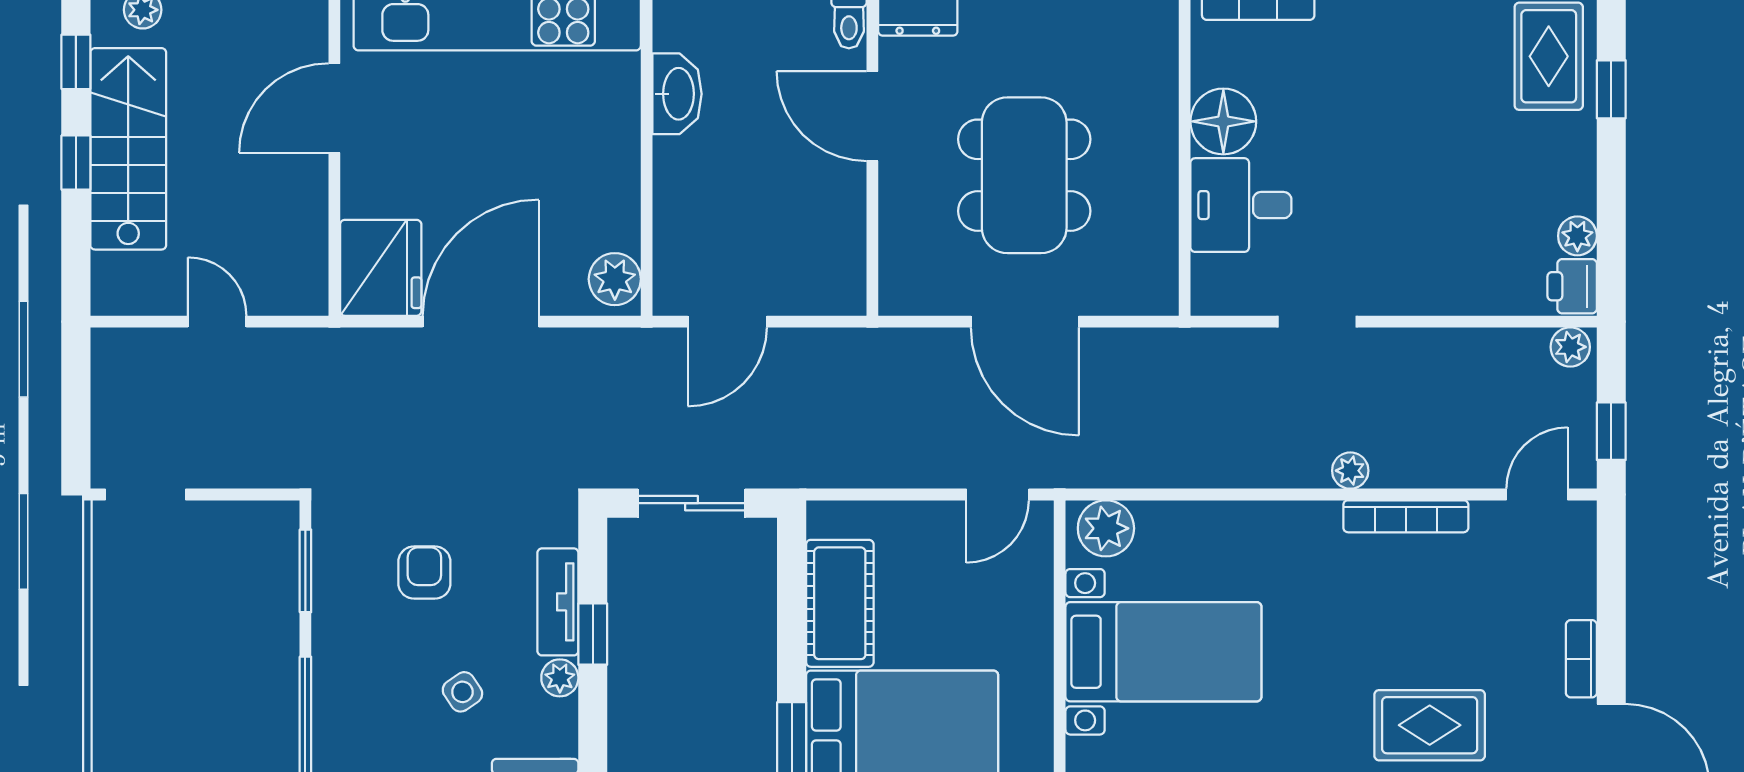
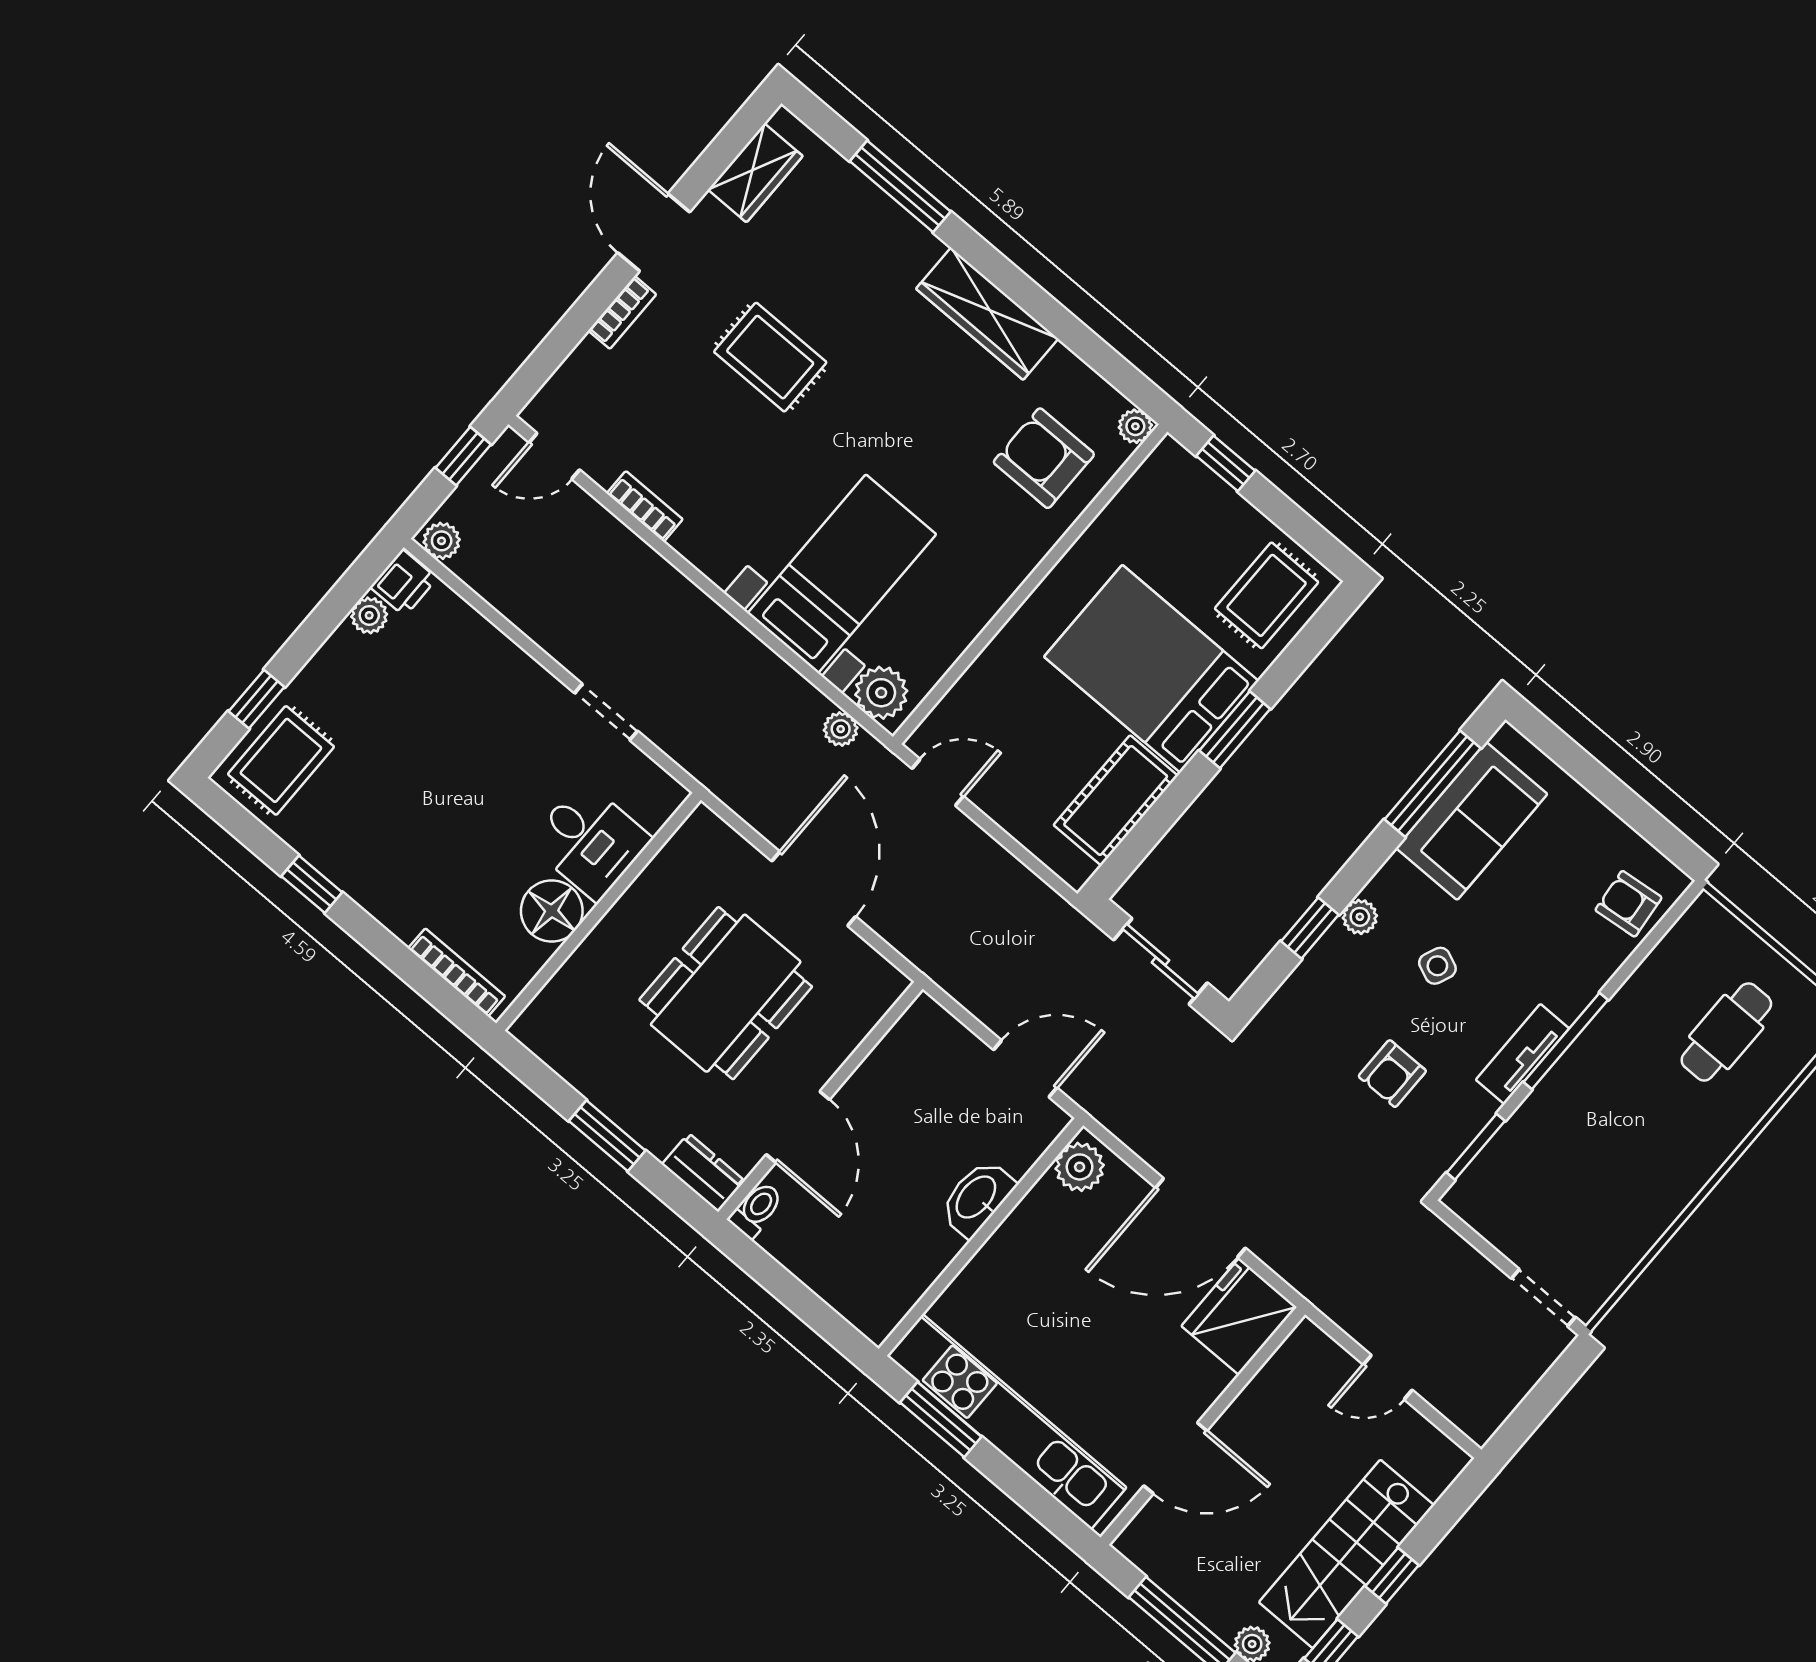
washbasin: (677, 94) -> (977, 1198), moved
door: (217, 322) -> (1388, 1377), hinge flipped
plant: (1350, 471) -> (841, 729), moved
bookcase: (1406, 516) -> (645, 506), width x0.64
tv unit: (558, 602) -> (1523, 1054), moved, turned 180
bed with nightstands: (1163, 652) -> (842, 574), moved, turned 90
side table: (462, 692) -> (1437, 966), turned -33

